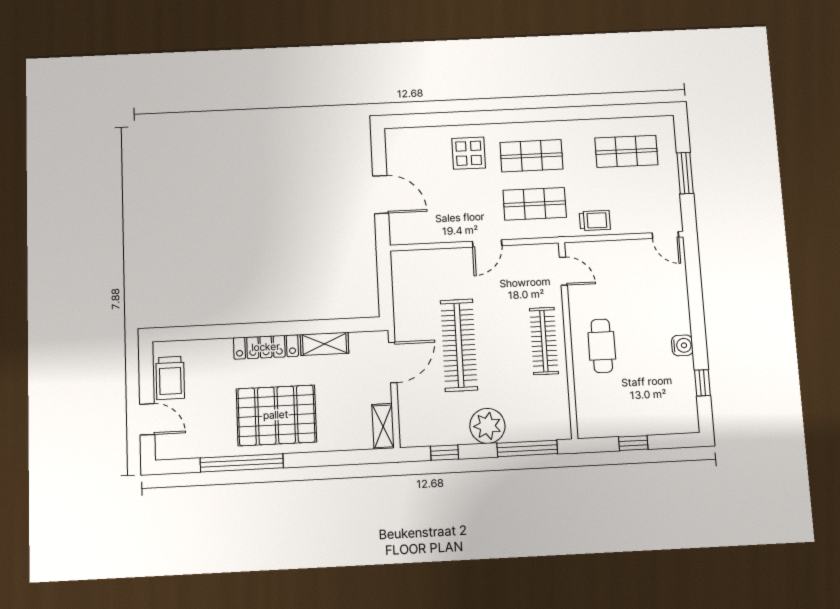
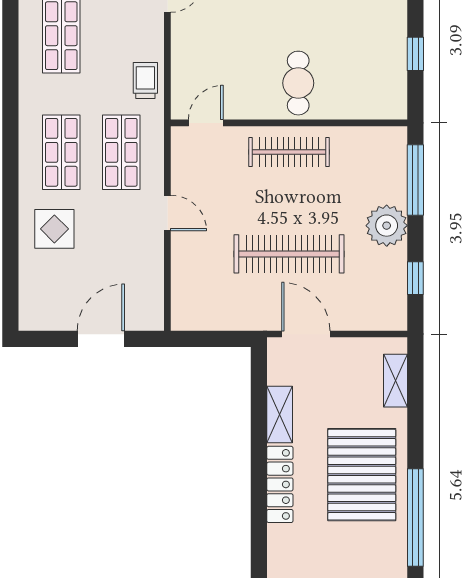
cafe table: (602, 346) -> (298, 83), turned 90
shelving: (383, 426) -> (395, 381), moved, turned 90

